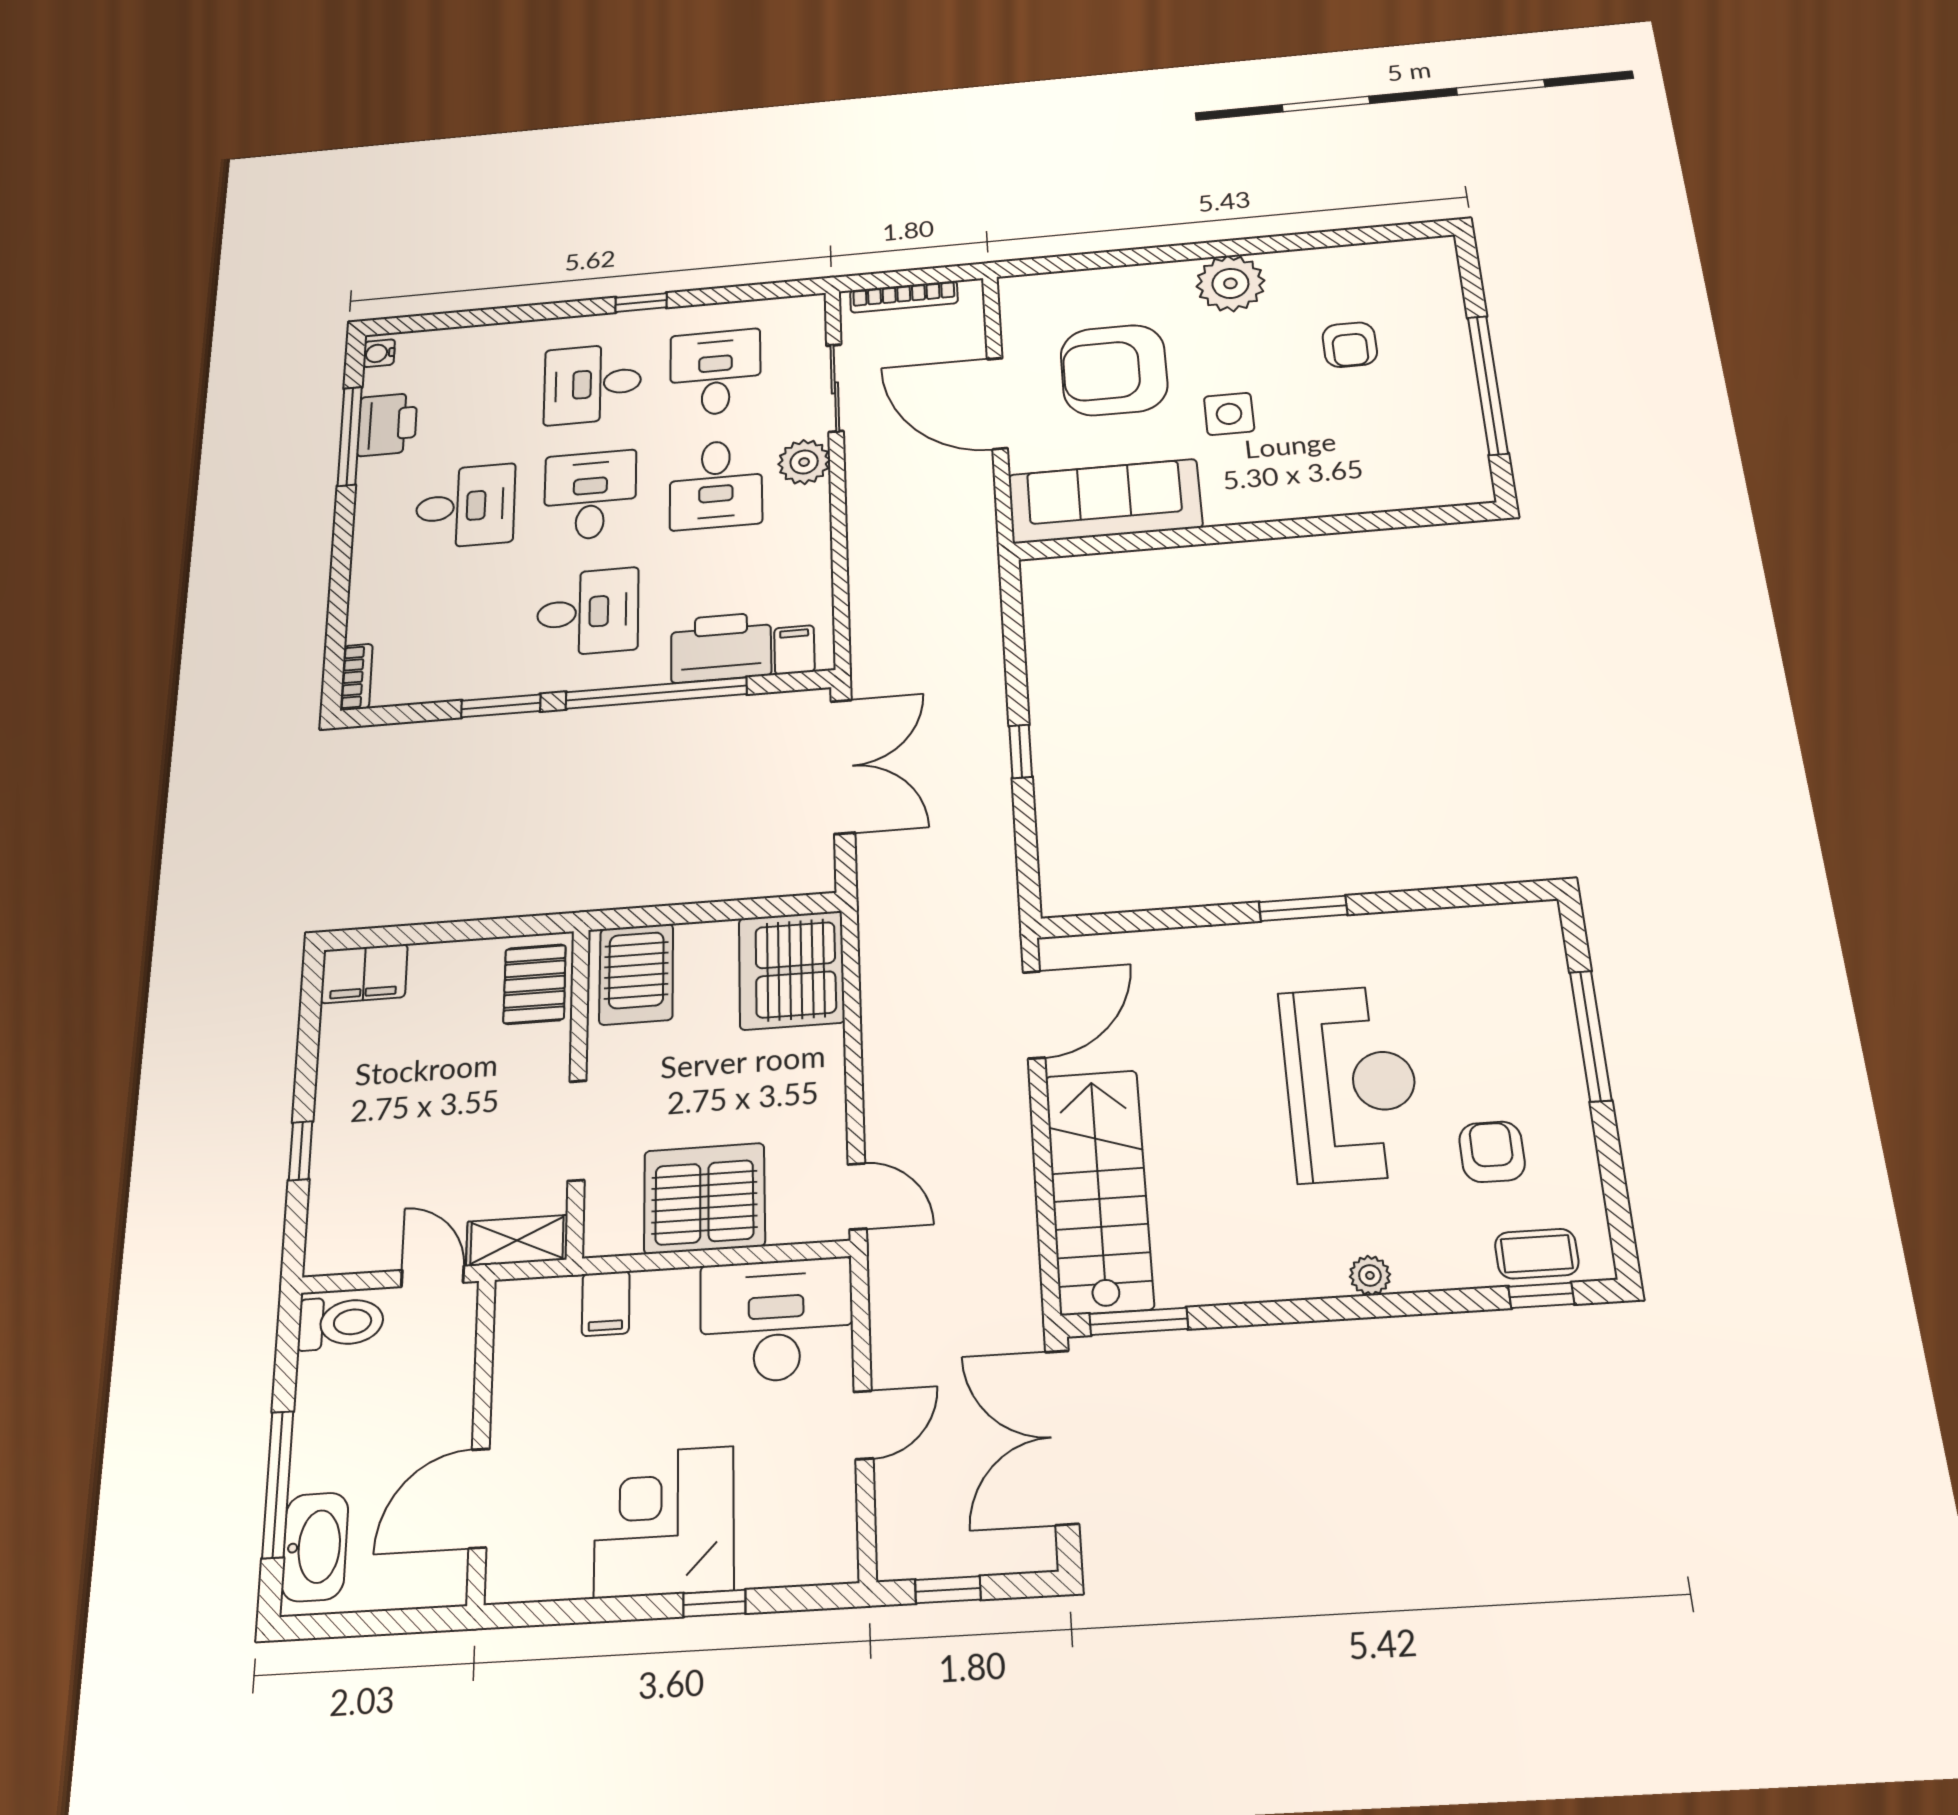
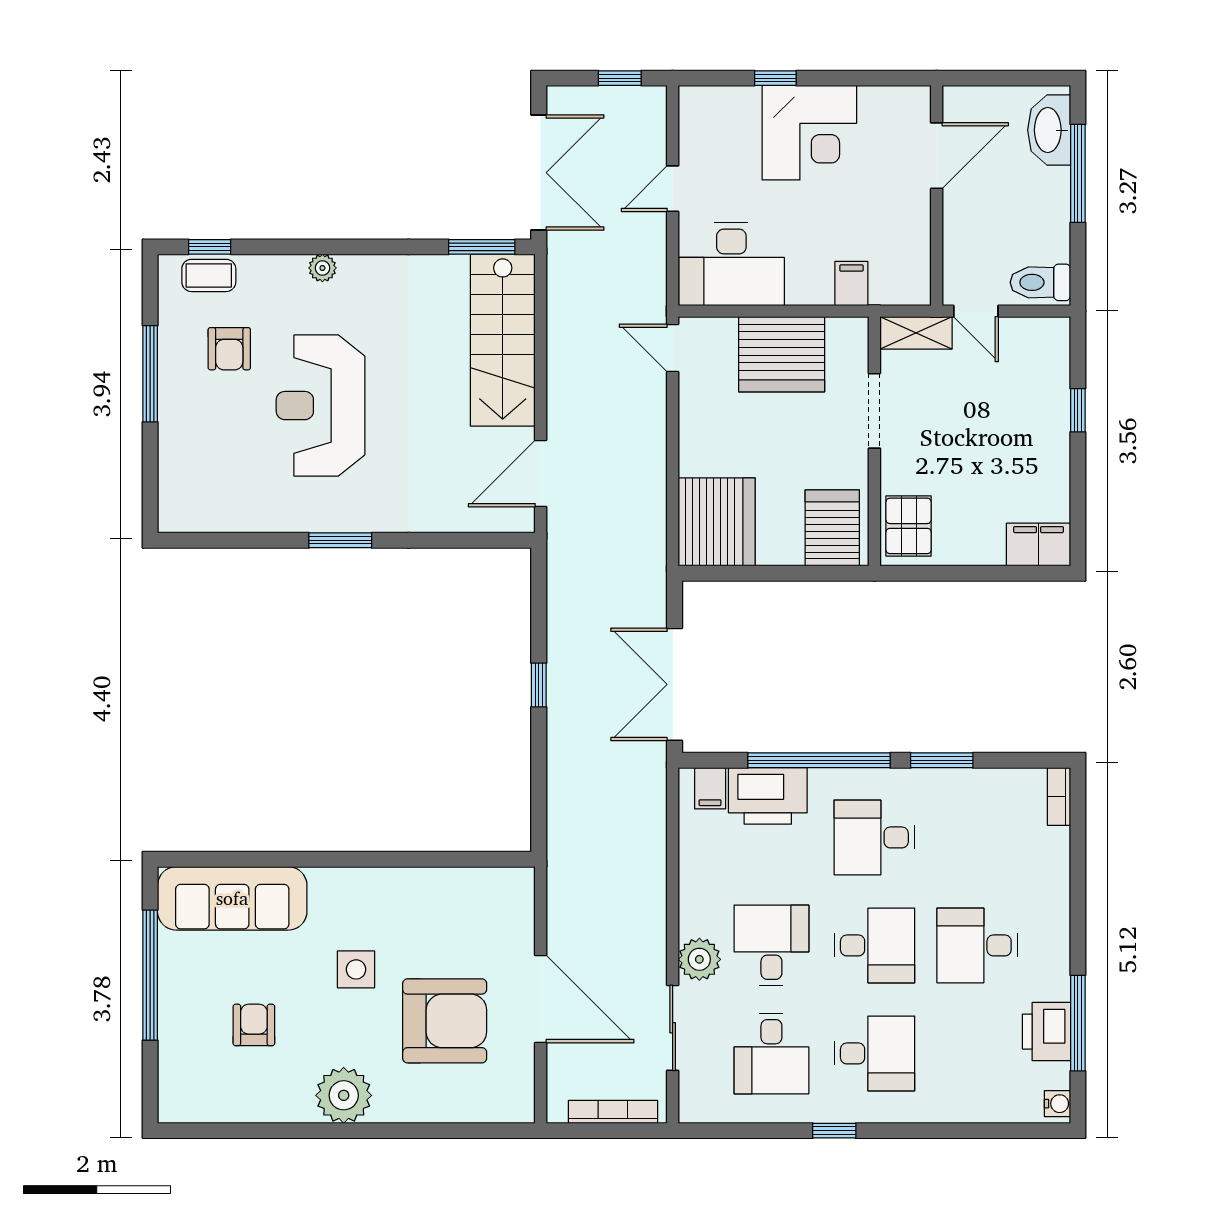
desk: (590, 495) -> (874, 945), turned -90
sofa: (1105, 501) -> (232, 898), moved
window: (1591, 1036) -> (150, 374), moved

